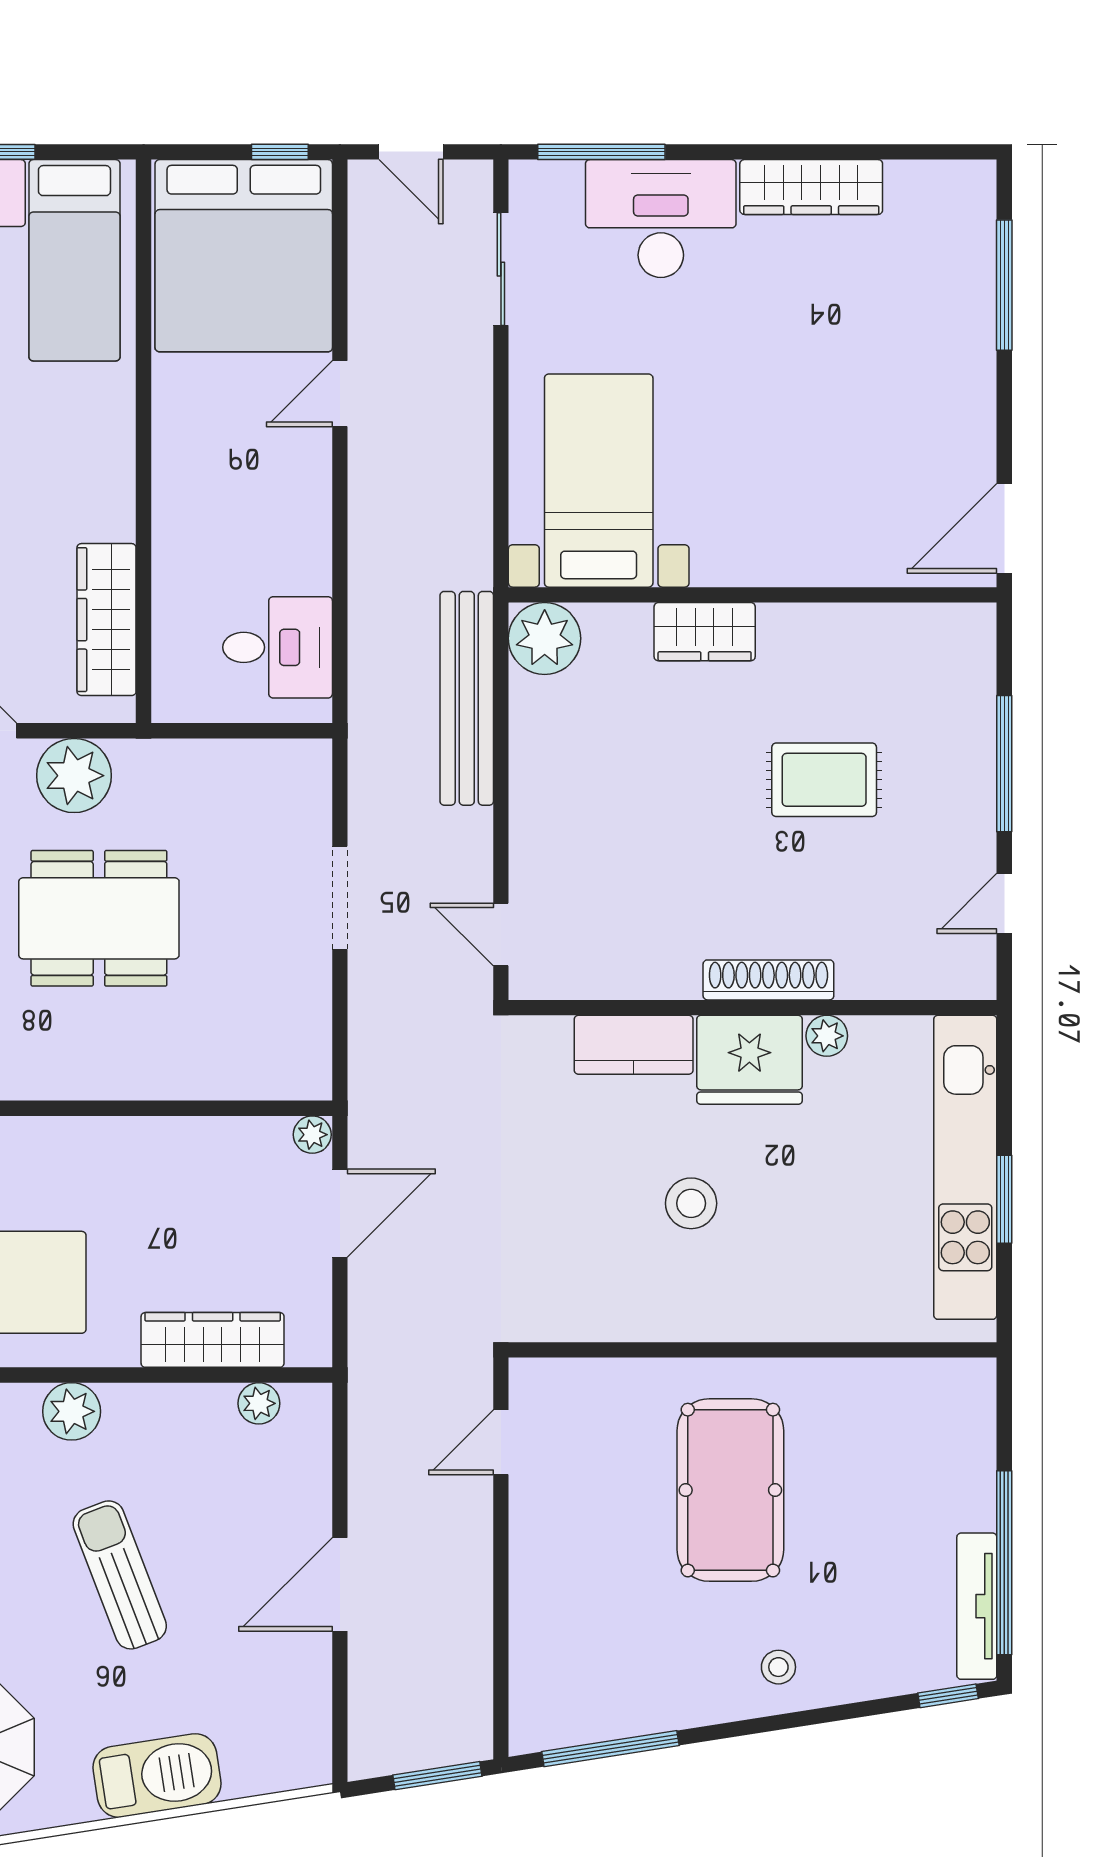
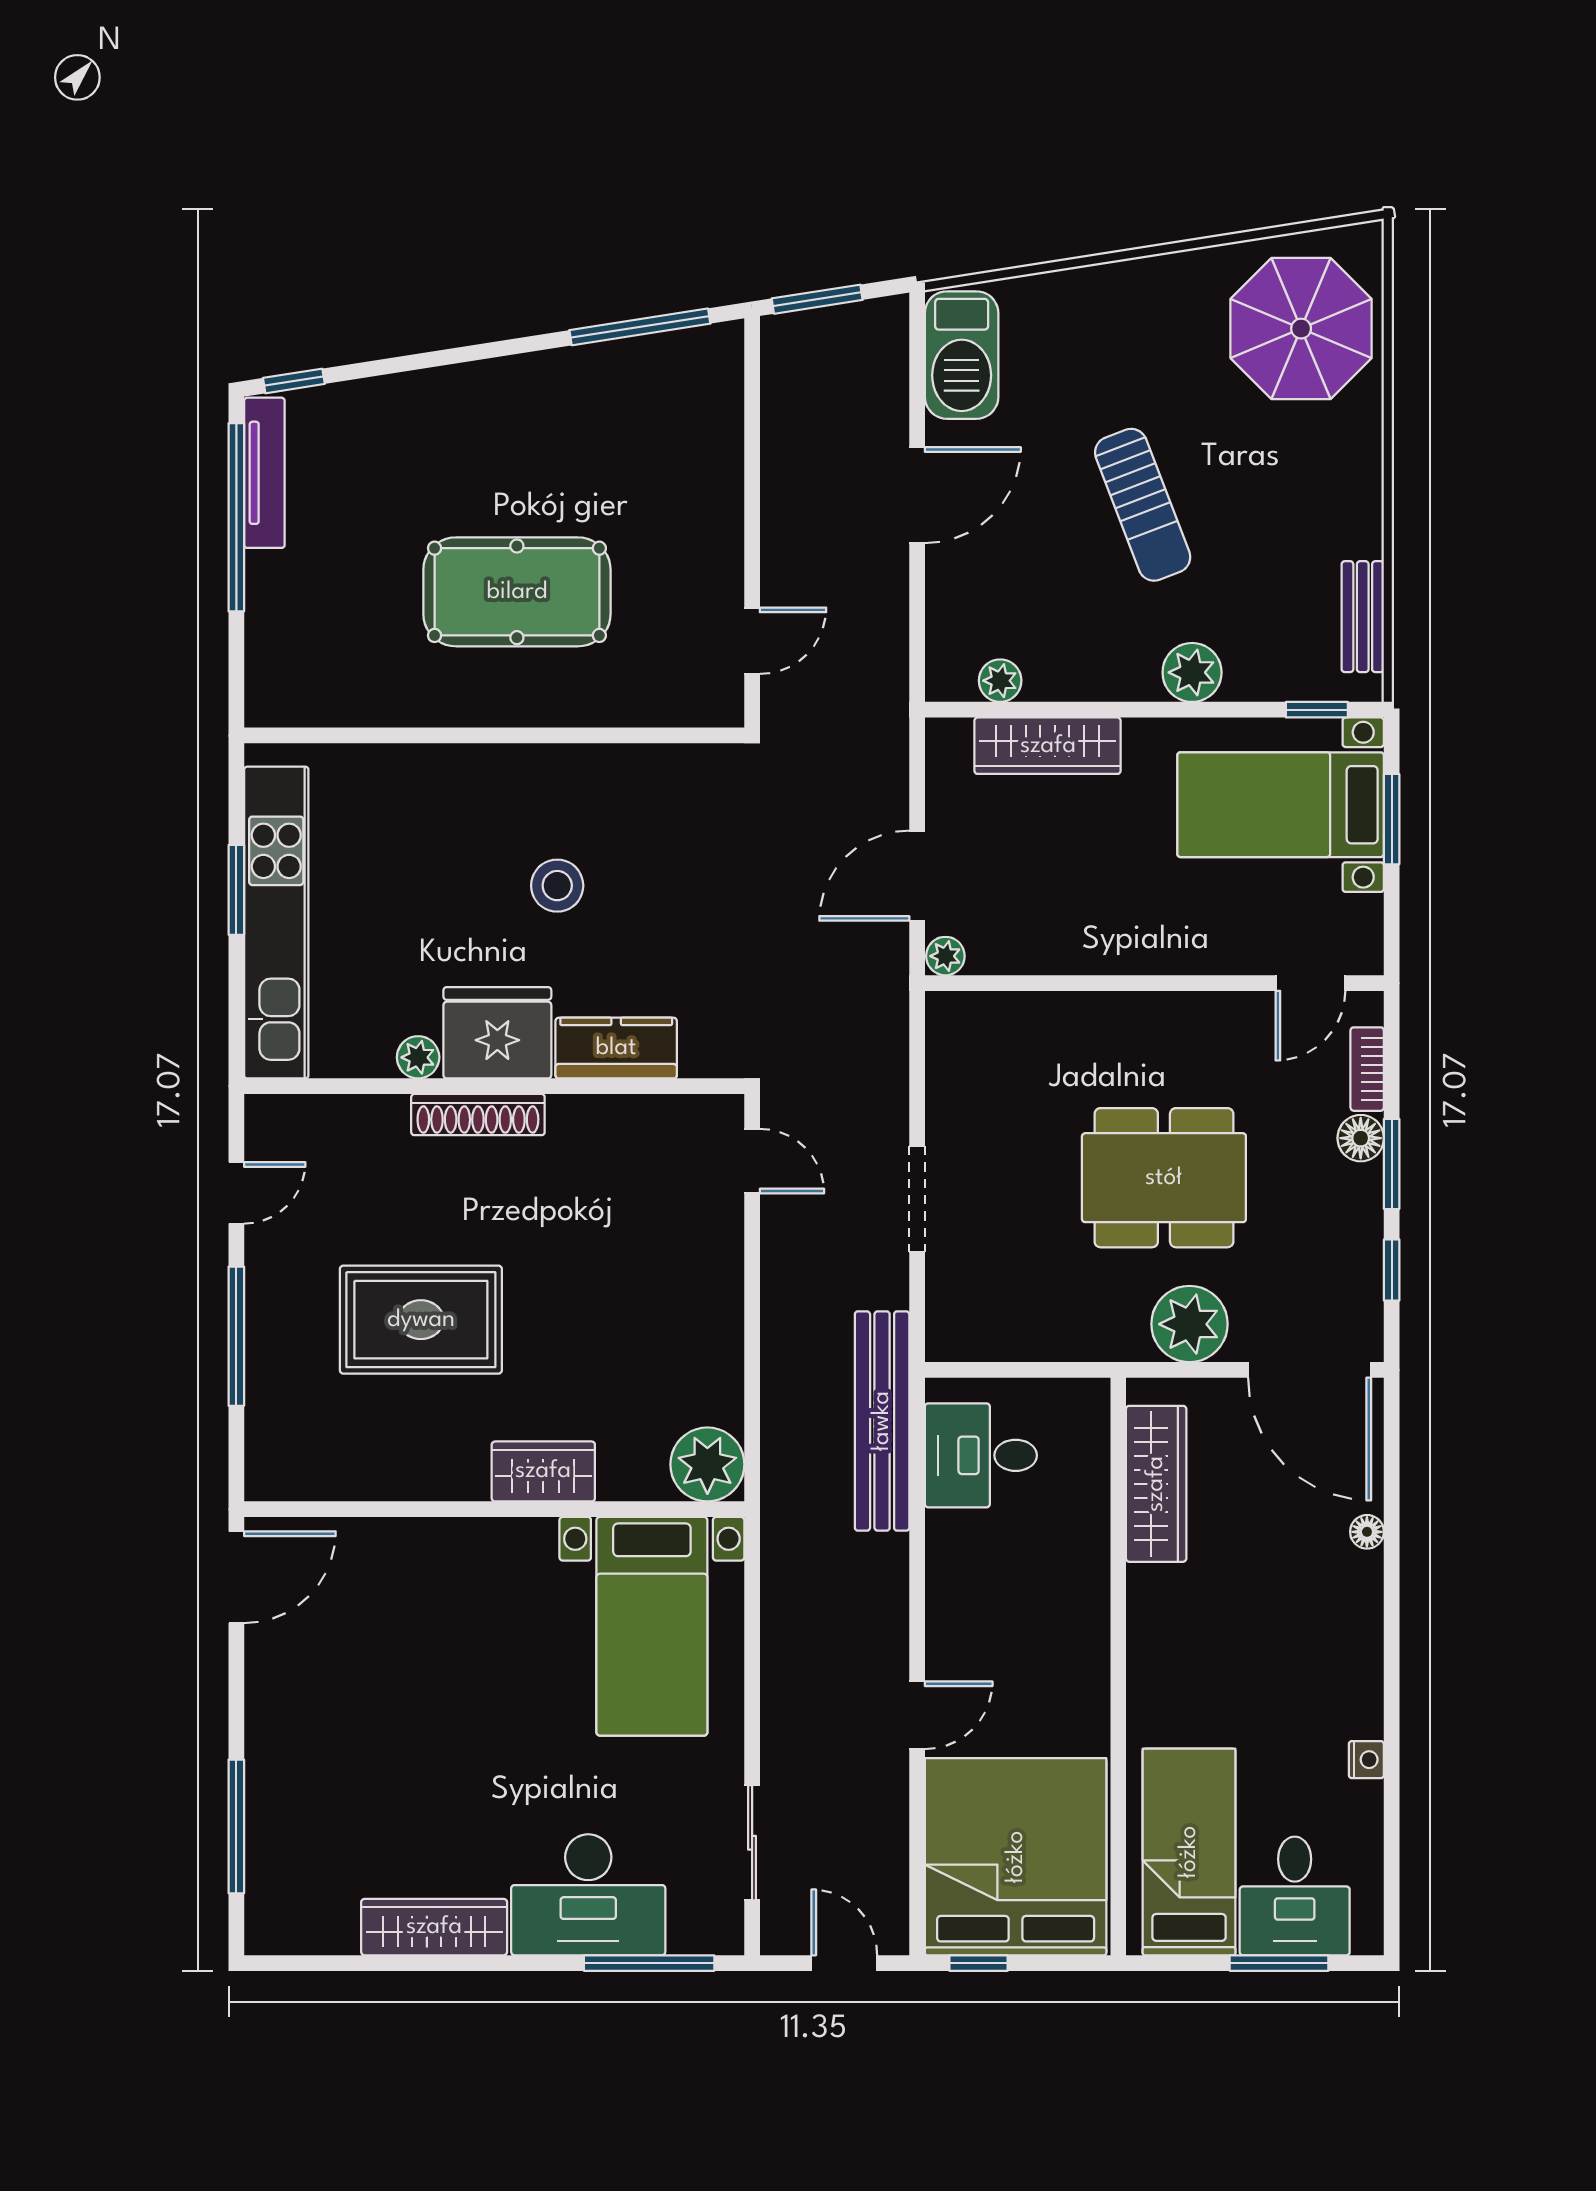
bench: (467, 698) -> (882, 1421), moved
rug: (824, 780) -> (421, 1320), width x1.36, depth x1.43
pool table: (730, 1490) -> (517, 592), turned 90
stool: (778, 1667) -> (468, 410), removed
barbecue: (157, 1776) -> (962, 355), moved, turned -81

